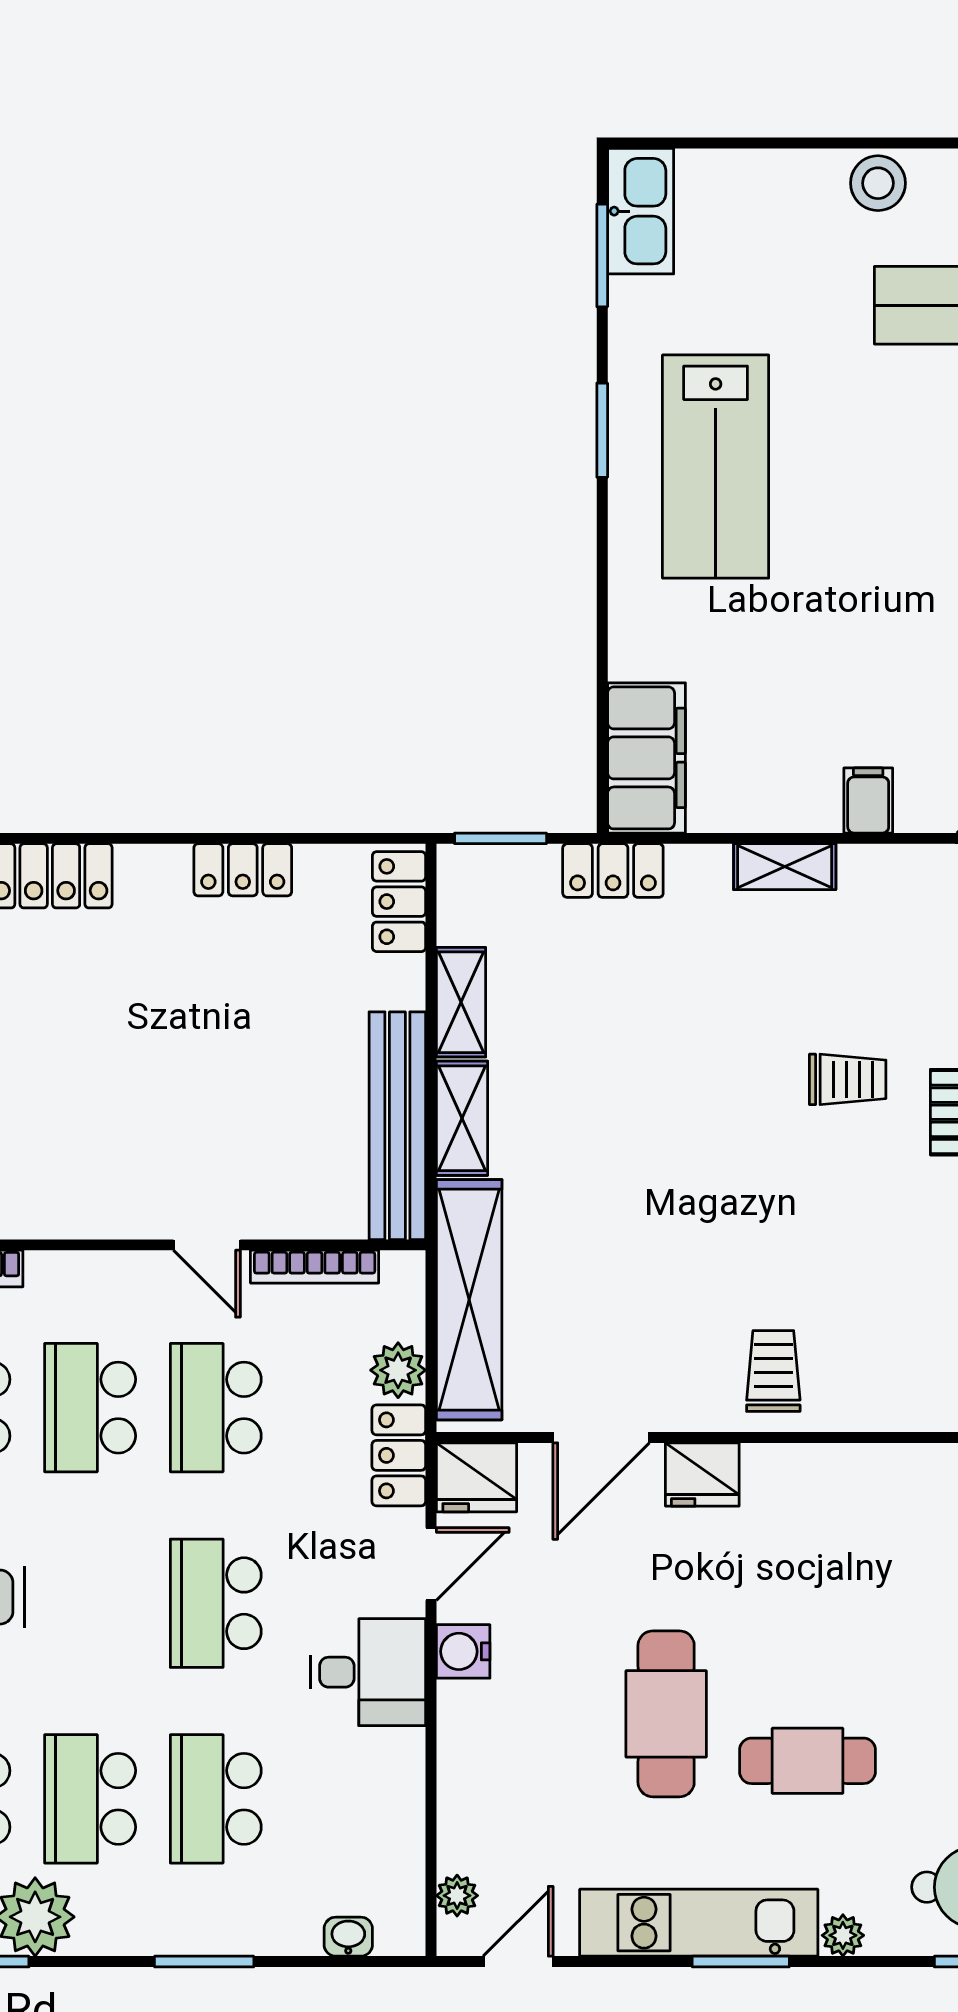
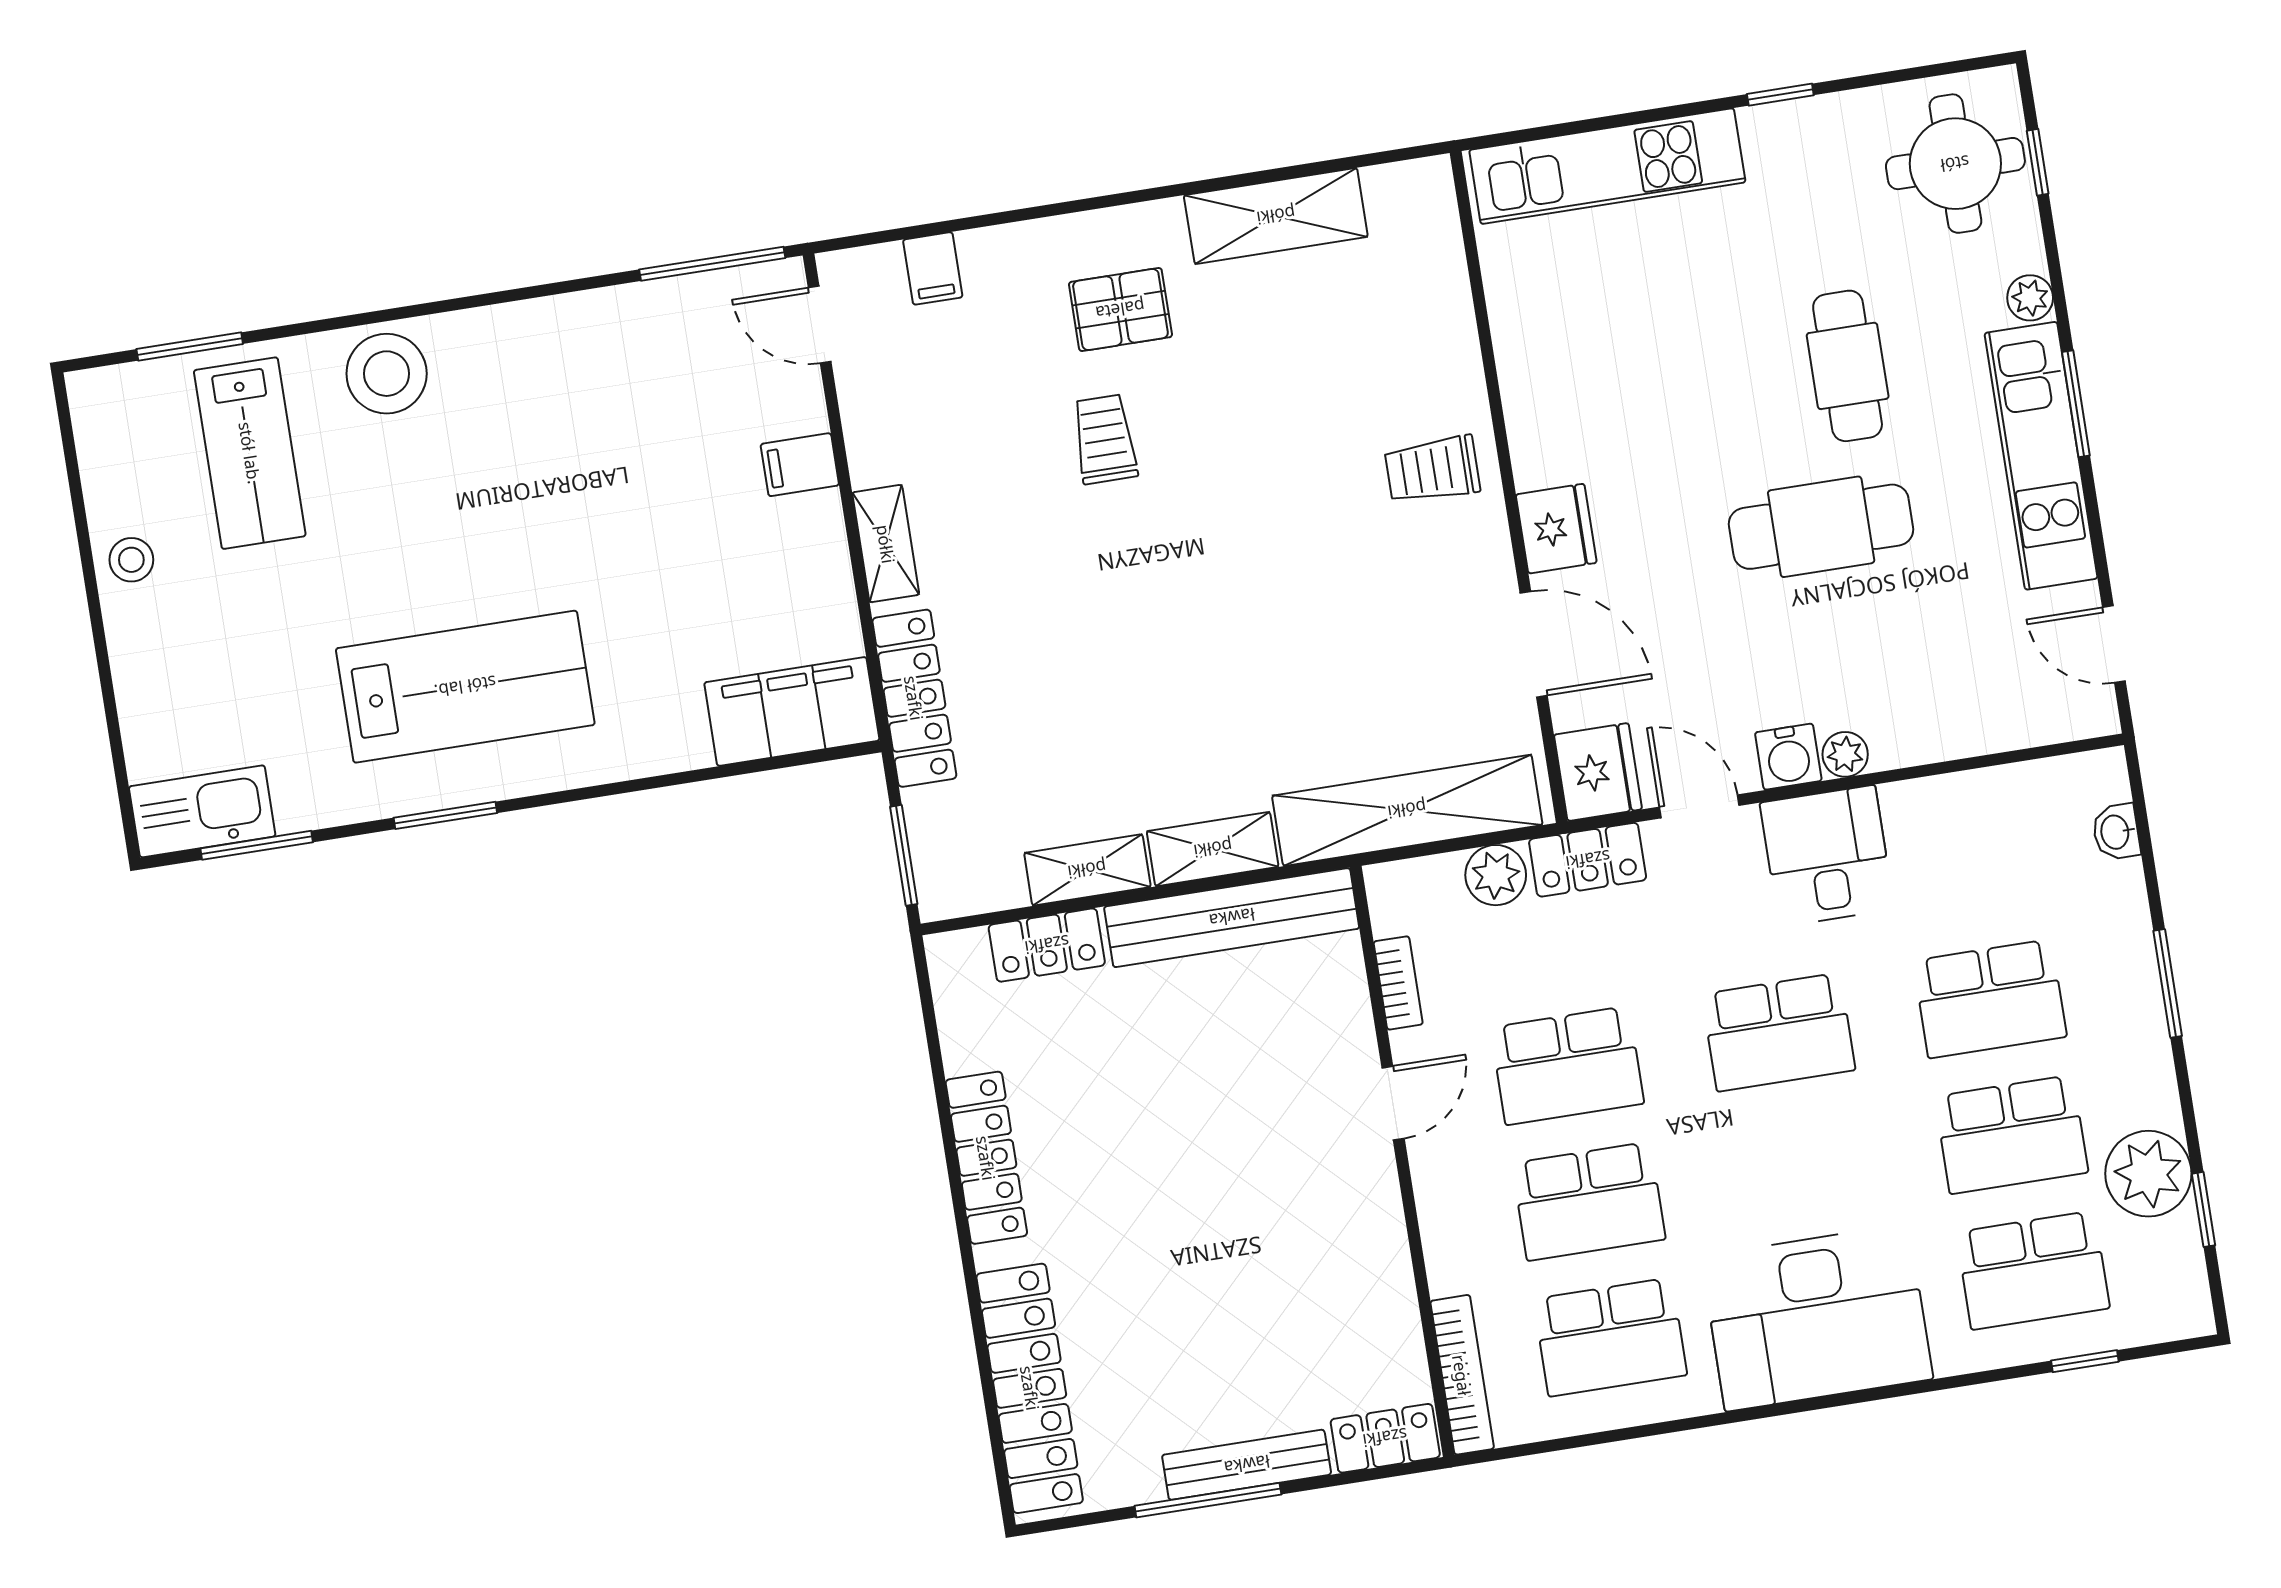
stool: (878, 183) -> (131, 560), width x0.73, depth x0.73
locker: (243, 870) -> (986, 1158), width x1.53
locker: (613, 871) -> (914, 698), width x1.53
locker: (399, 902) -> (1047, 945), moved
bookcase: (315, 1267) -> (1398, 983), width x0.64
plant: (457, 1896) -> (1845, 754), moved

